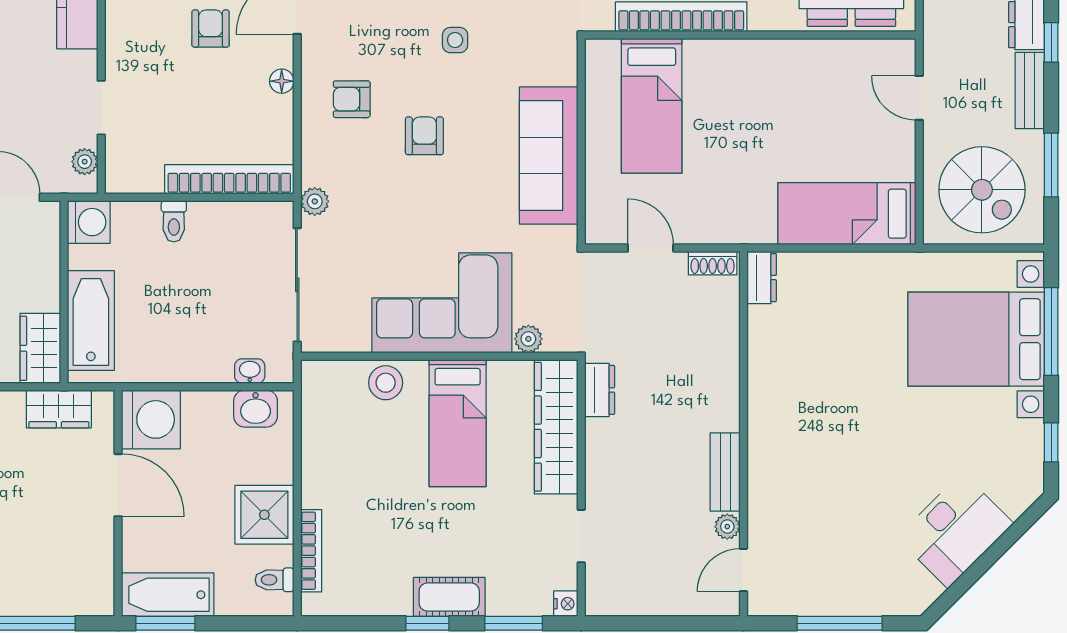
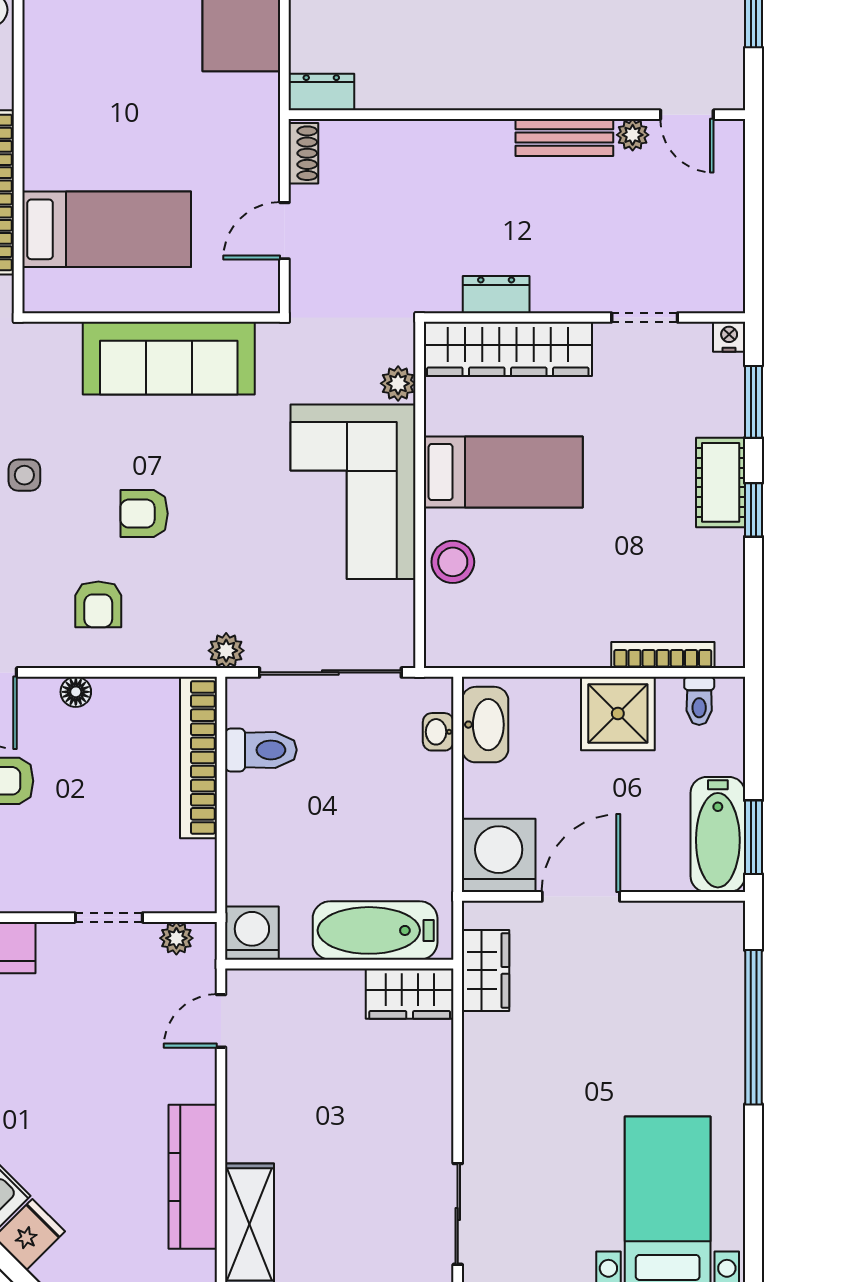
toilet: (174, 221) -> (261, 750), moved, width x1.37, depth x1.39
dresser: (600, 390) -> (496, 295), moved
washbasin: (256, 409) -> (485, 725), width x1.38

